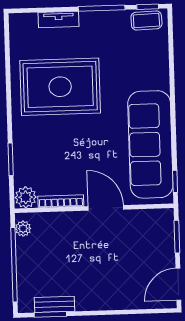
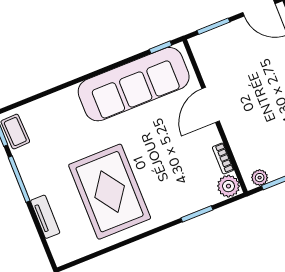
bookcase: (61, 201) -> (223, 158), width x0.64

